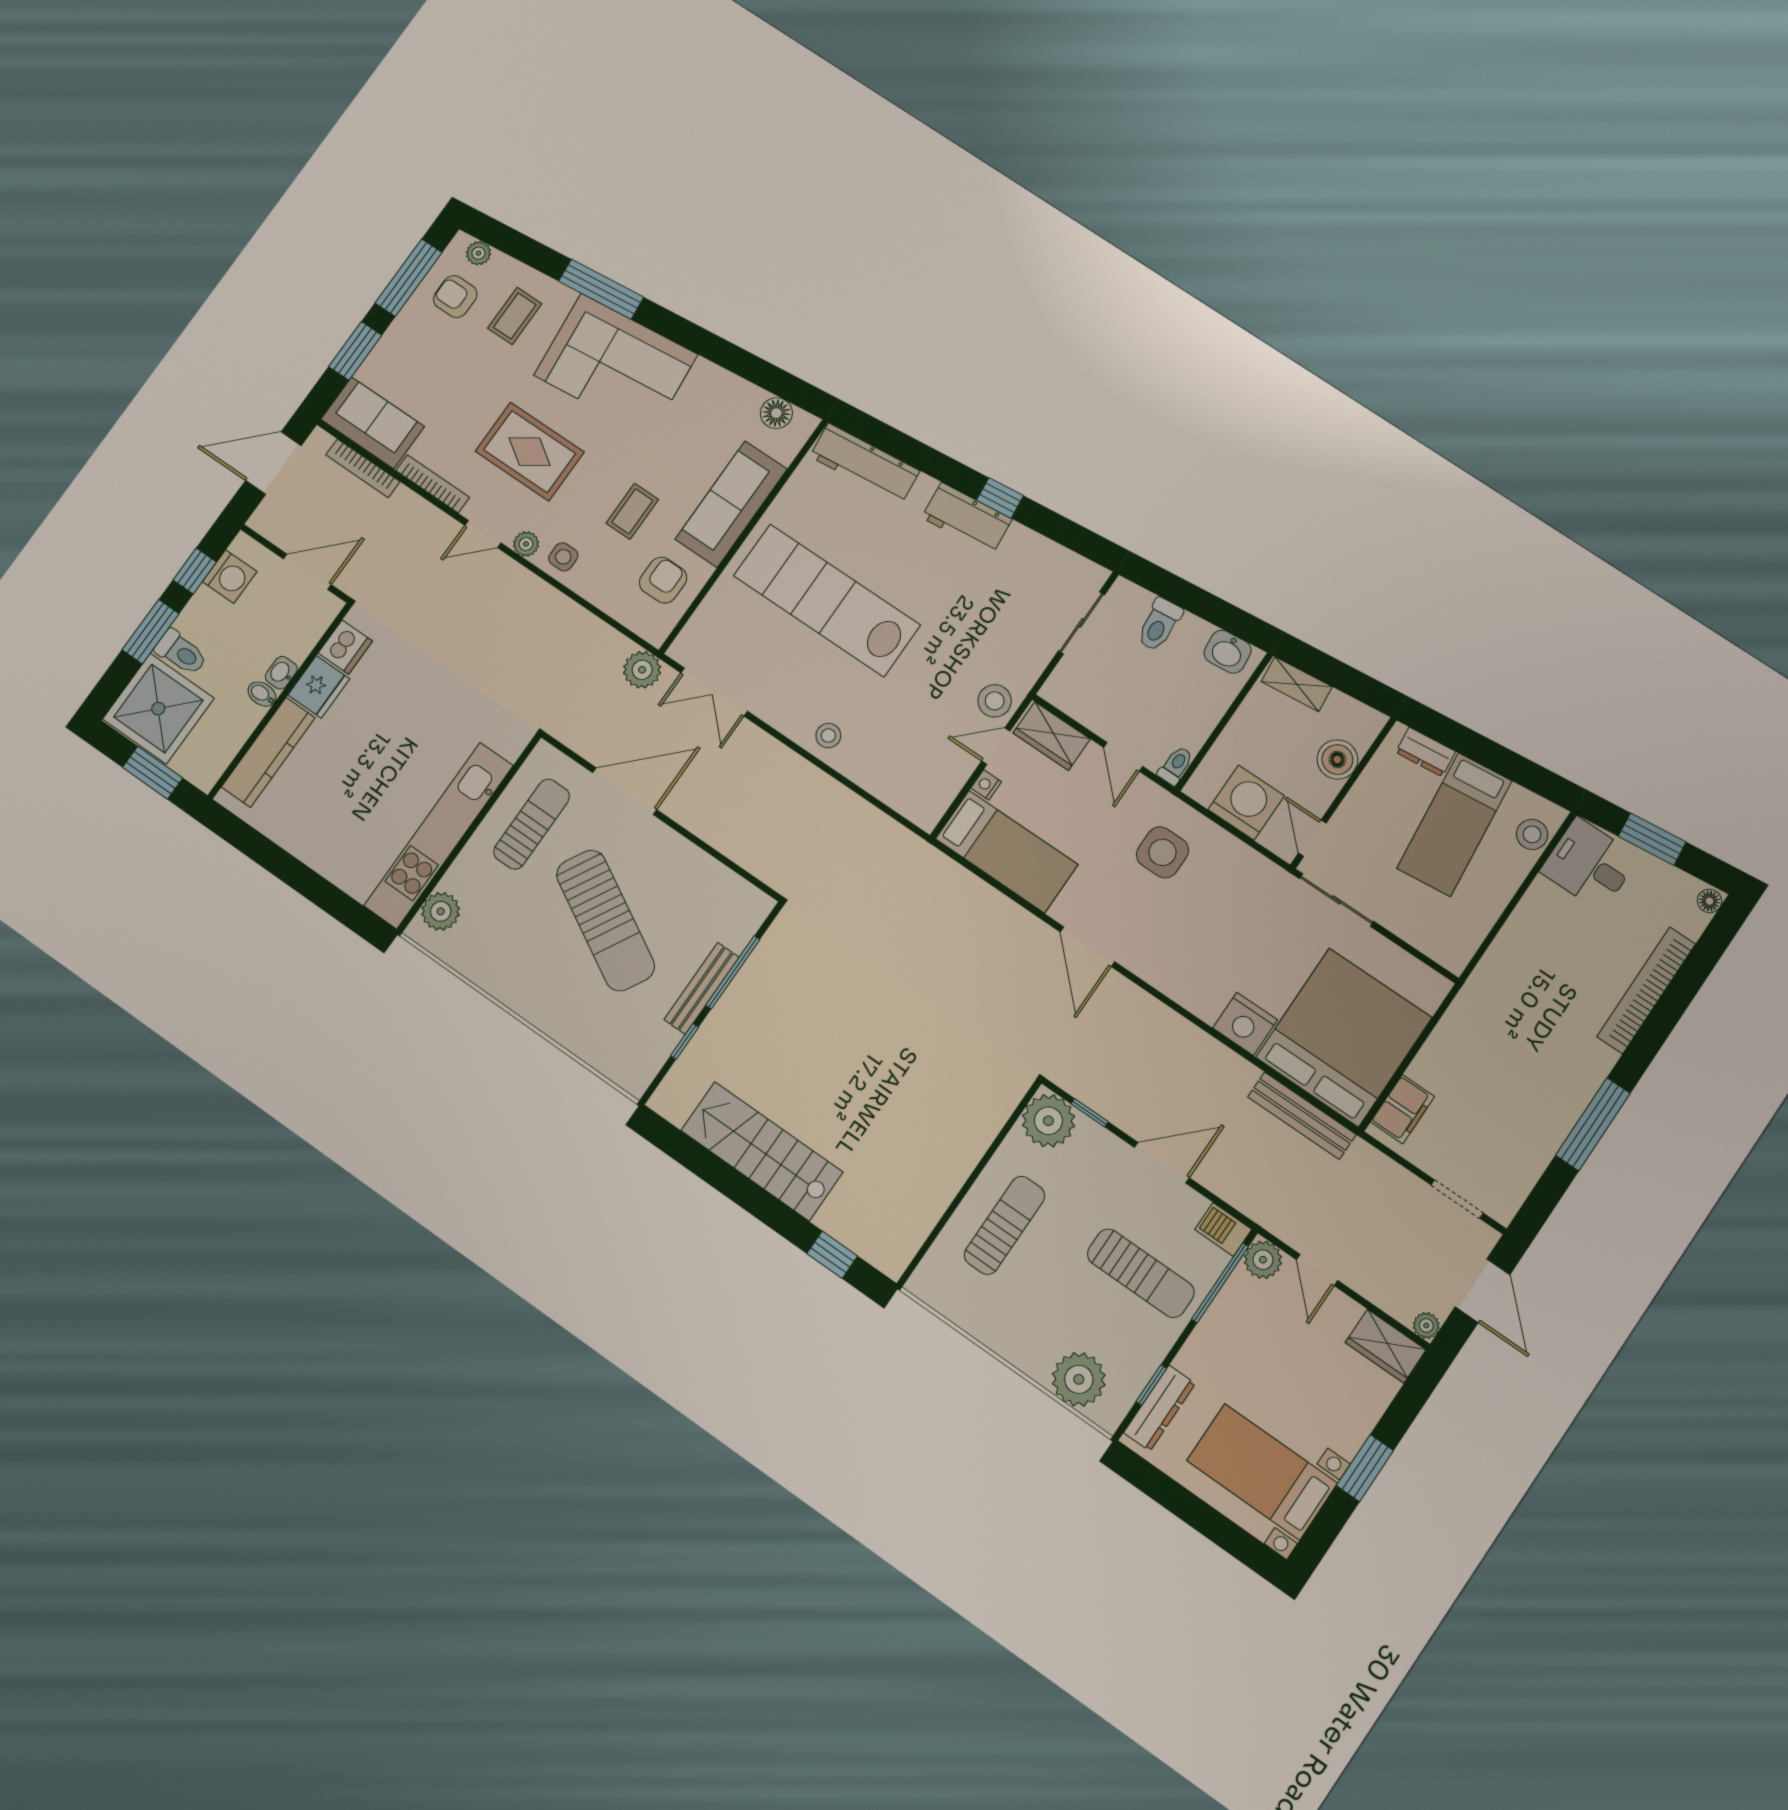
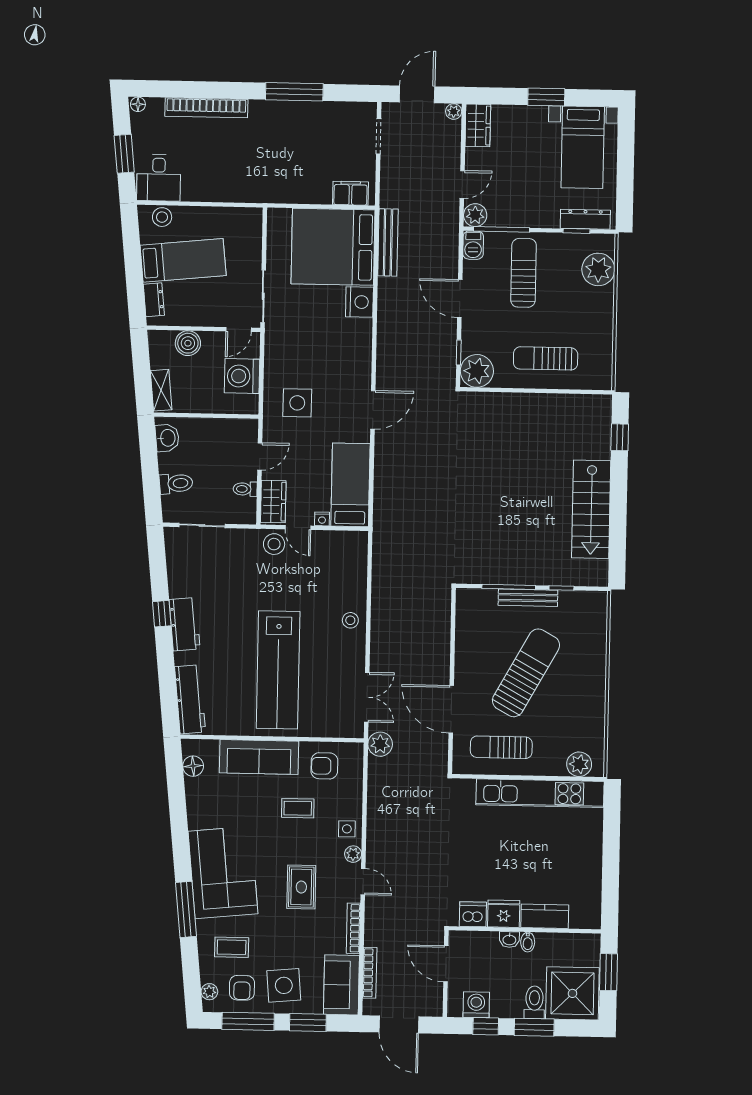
side table: (422, 351) -> (284, 985), added
rug: (530, 452) -> (301, 887), width x0.73, depth x0.70
kitchen counter: (268, 752) -> (545, 916), width x0.67
toilet: (1176, 766) -> (245, 489), moved

